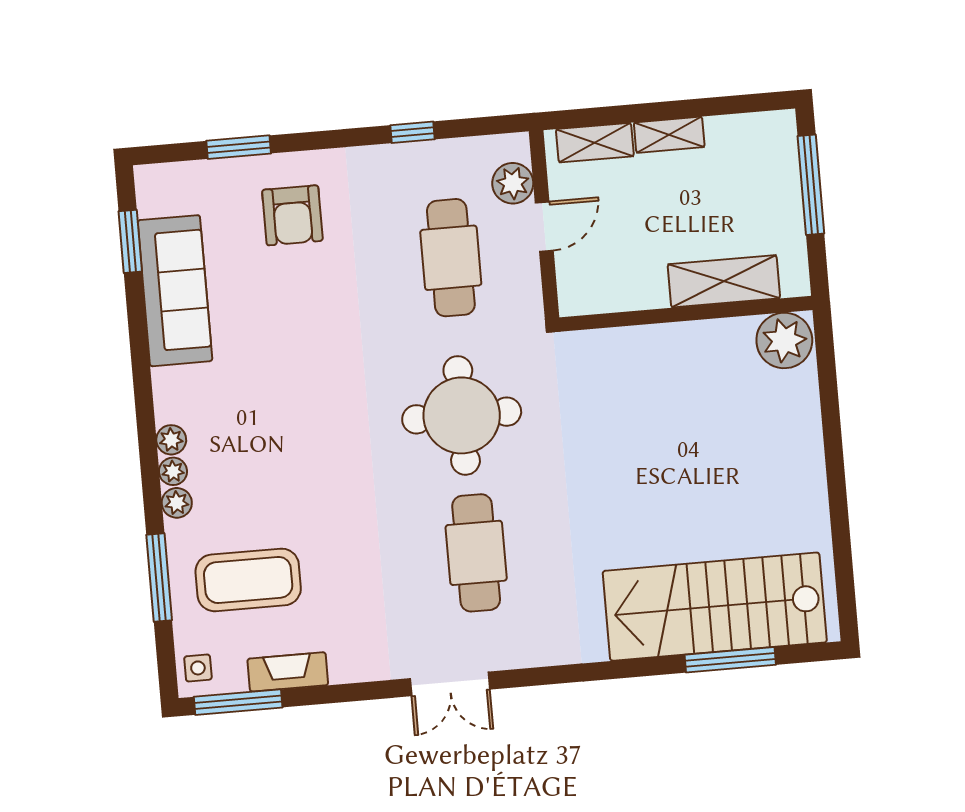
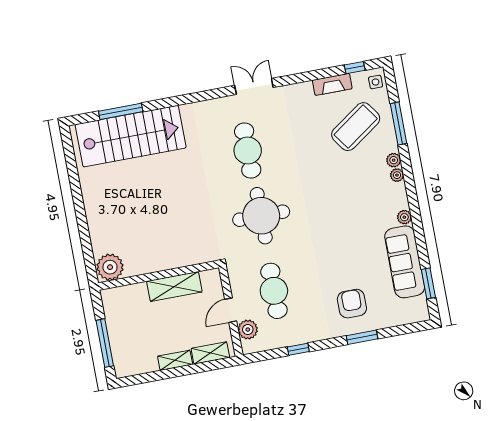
window: (239, 147) -> (362, 337), moved
shelving: (724, 281) -> (174, 287), moved
plant: (171, 440) -> (404, 217), moved
coffee table: (248, 580) -> (356, 127), turned -35
window: (238, 702) -> (355, 68), width x0.46

